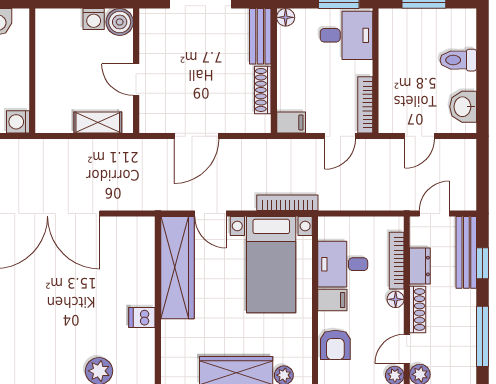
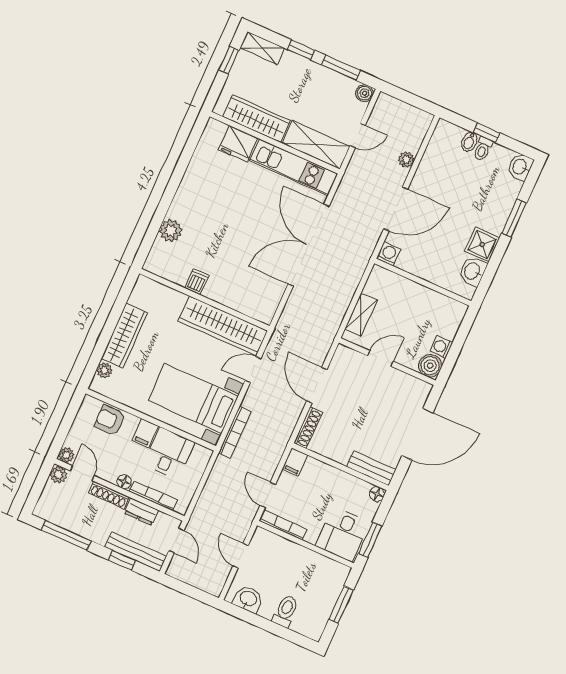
shoe rack: (263, 90) -> (308, 428), moved, turned 90

